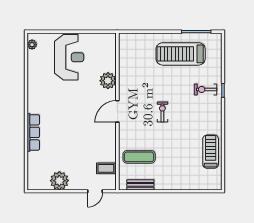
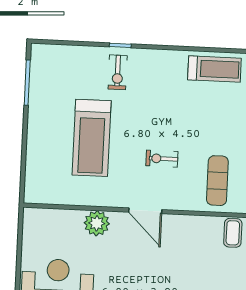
treadmill: (181, 54) -> (92, 138), moved
exercise bike: (162, 112) -> (162, 159), moved
treadmill: (211, 152) -> (214, 69), turned 180

